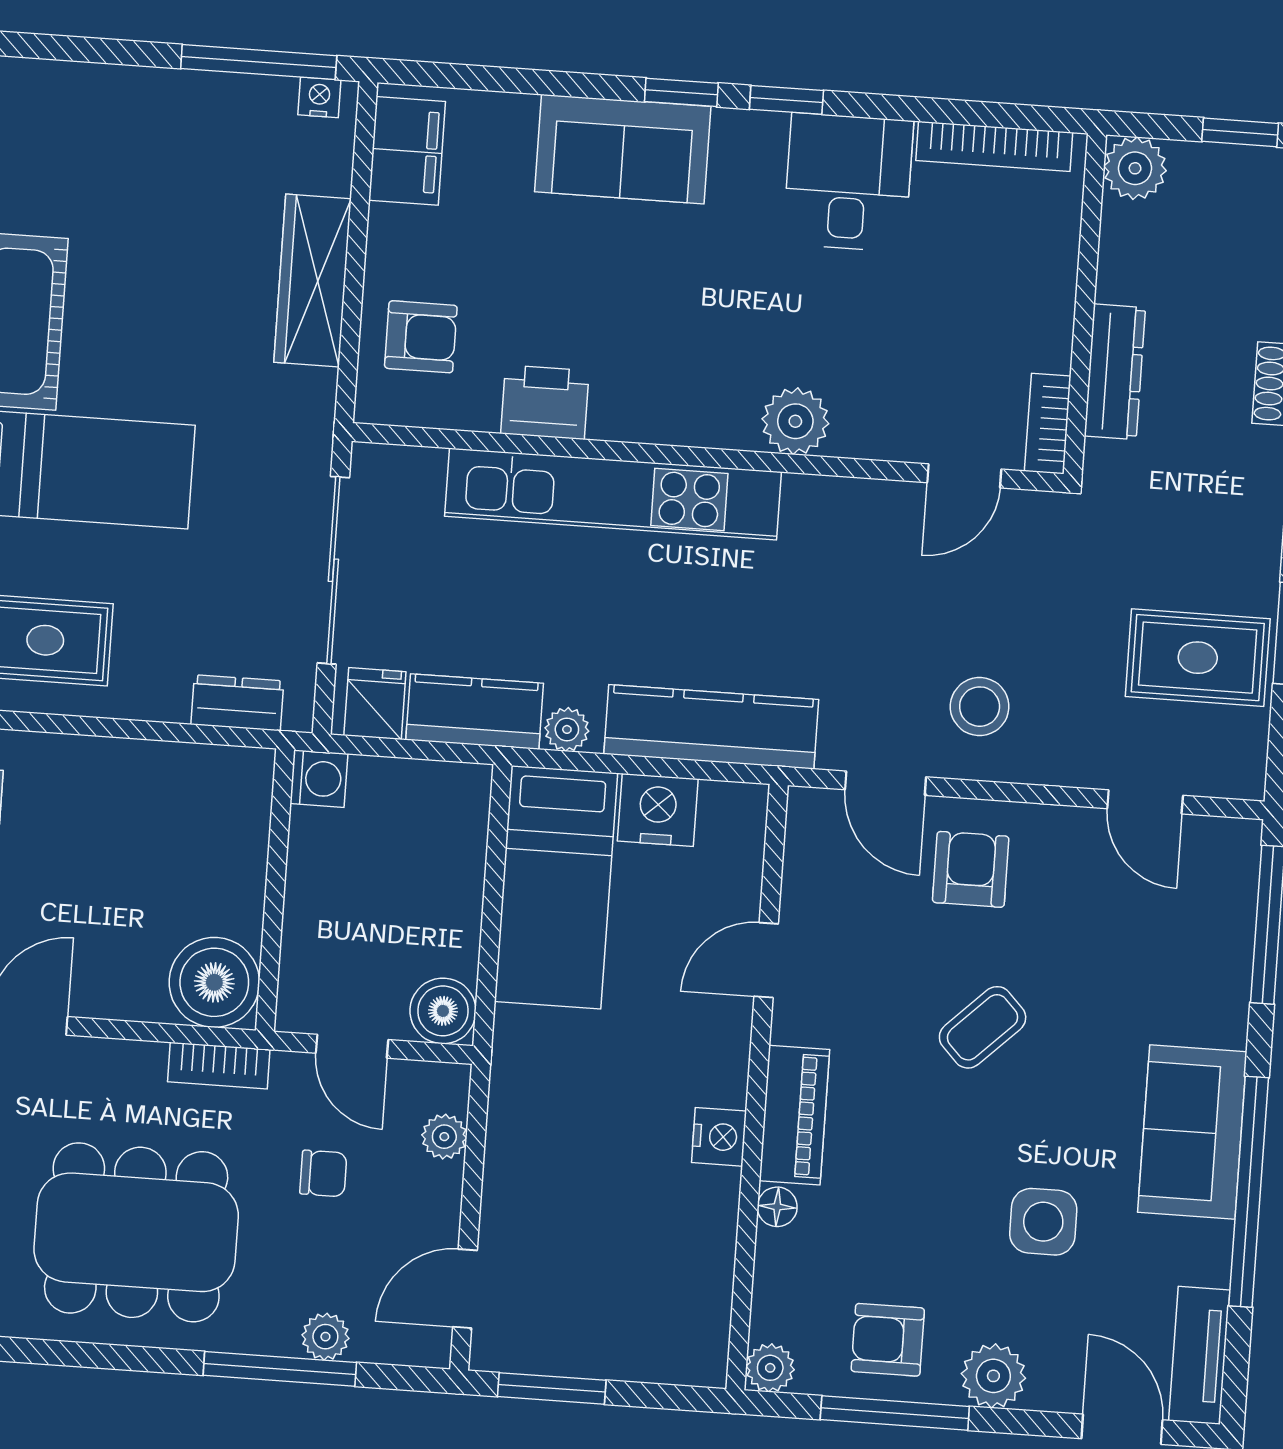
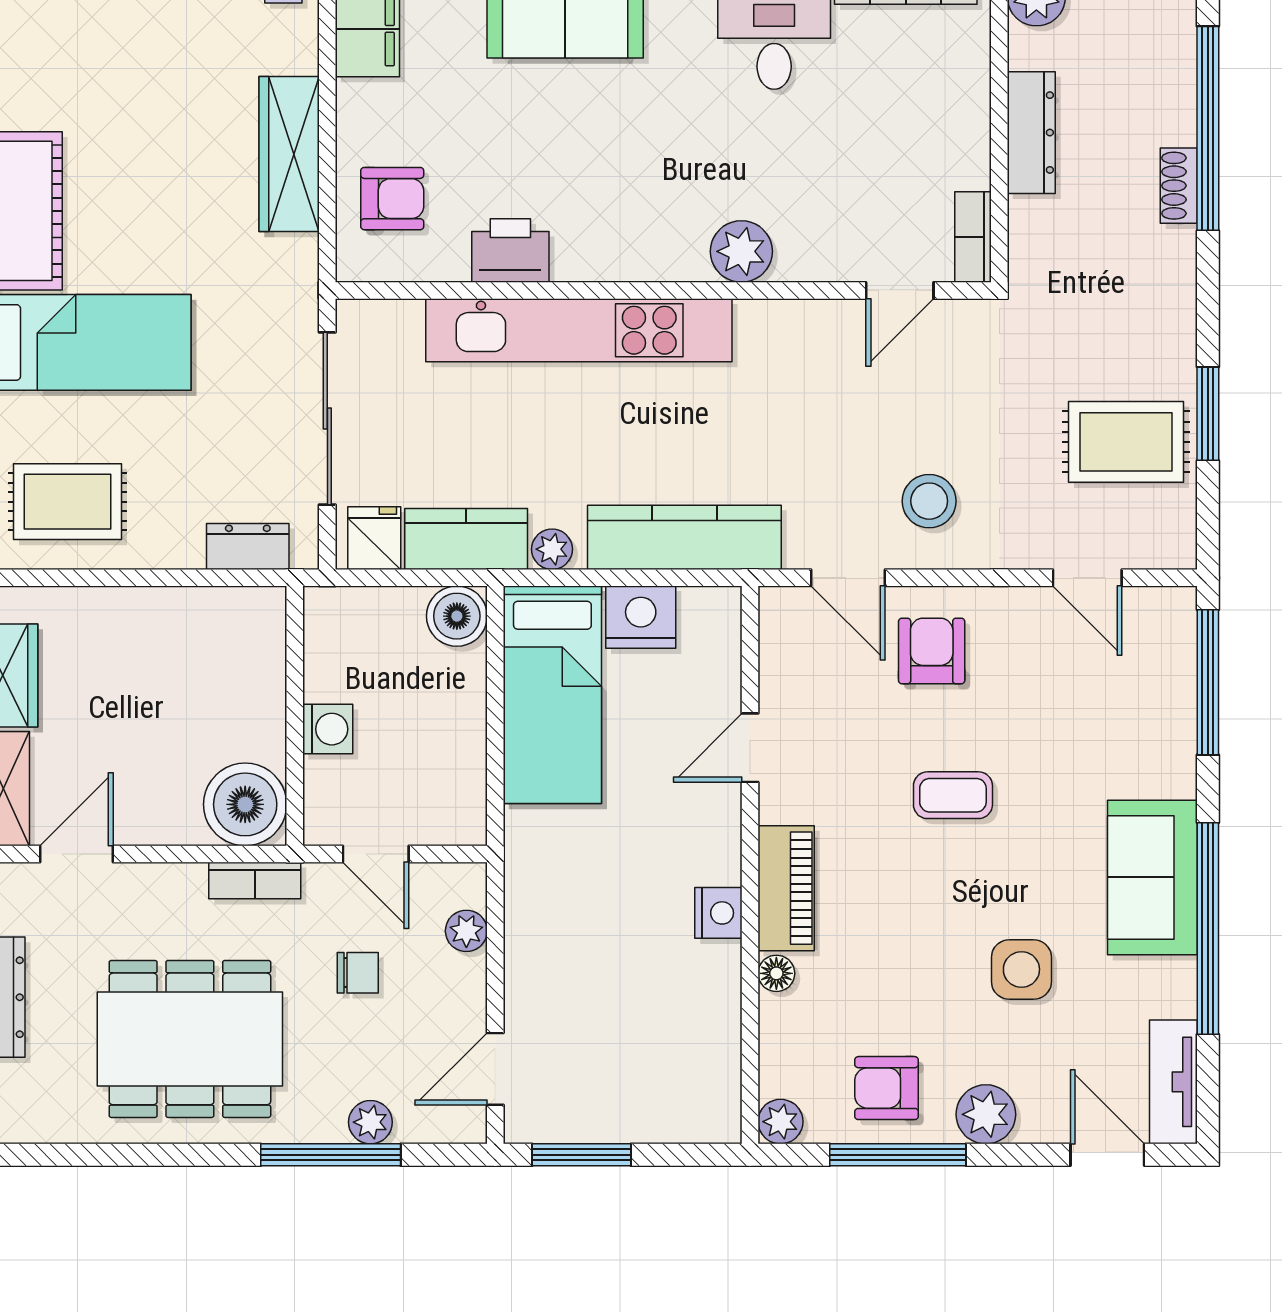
dresser: (1115, 372) -> (1031, 133), moved
washing machine: (319, 779) -> (328, 729), moved
boiler: (443, 1011) -> (457, 616), moved
coffee table: (983, 1027) -> (953, 795), turned 44

